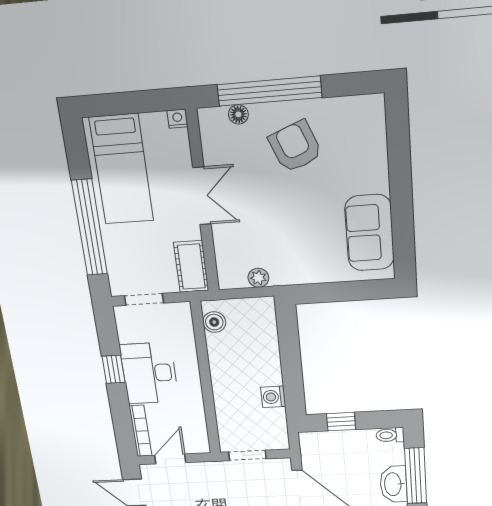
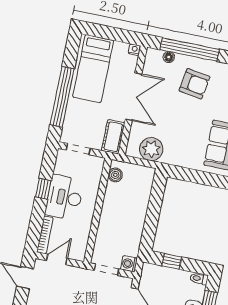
armchair: (295, 147) -> (194, 84), turned 121
double door: (202, 196) -> (134, 97), width x1.37
plant: (258, 278) -> (151, 149), width x1.88, depth x1.88
washing machine: (273, 397) -> (129, 264), moved

